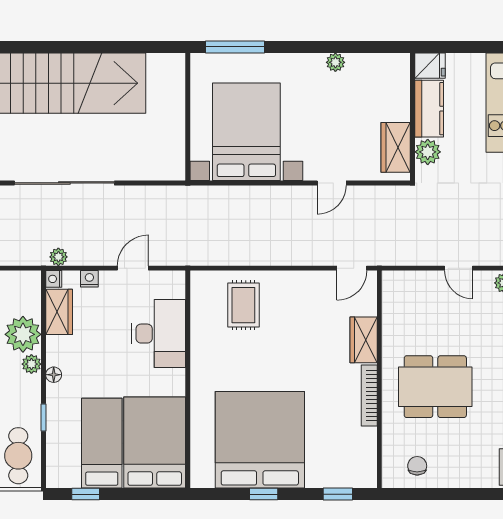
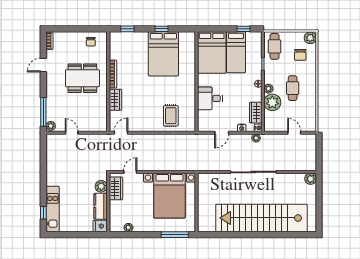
fridge: (430, 66) -> (100, 226), moved
kitchen counter: (429, 109) -> (101, 206), moved
wall: (412, 117) -> (108, 203), moved
wardrobe: (396, 147) -> (116, 188), moved
plant: (428, 152) -> (101, 186), moved
desk: (159, 334) -> (210, 98), width x0.73
bed: (260, 440) -> (163, 54), width x0.73

